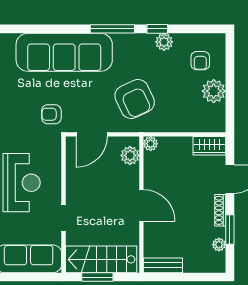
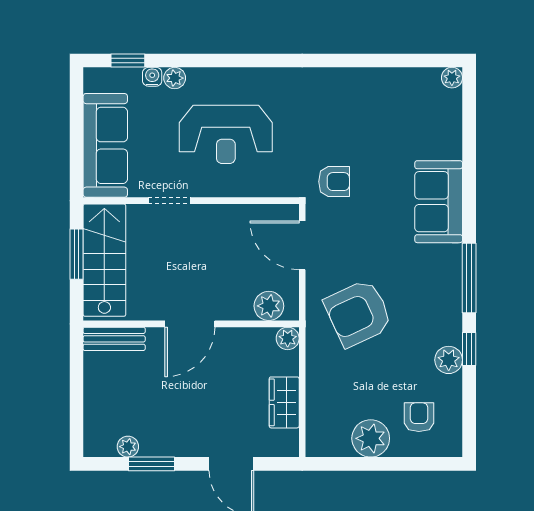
sofa: (64, 52) -> (439, 202), width x0.54, depth x0.79
armchair: (200, 61) -> (419, 417), turned 90
armchair: (51, 114) -> (334, 182), turned 90
wardrobe: (209, 146) -> (284, 402), moved
shoe rack: (220, 210) -> (182, 449), removed
bench: (163, 265) -> (114, 339), moved, turned 90

